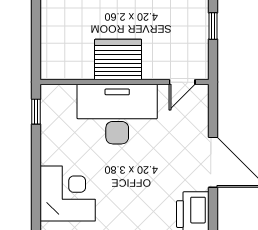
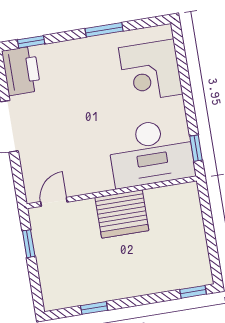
window: (213, 26) -> (29, 244), moved
desk: (117, 114) -> (151, 153), moved

